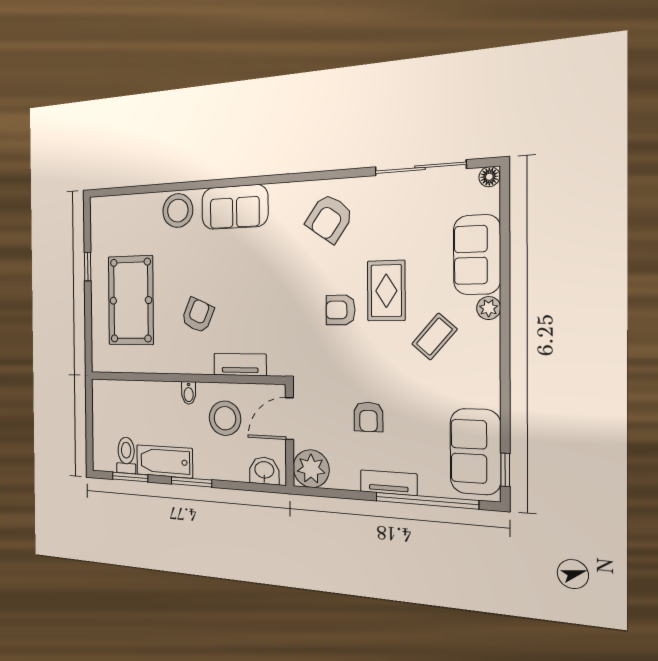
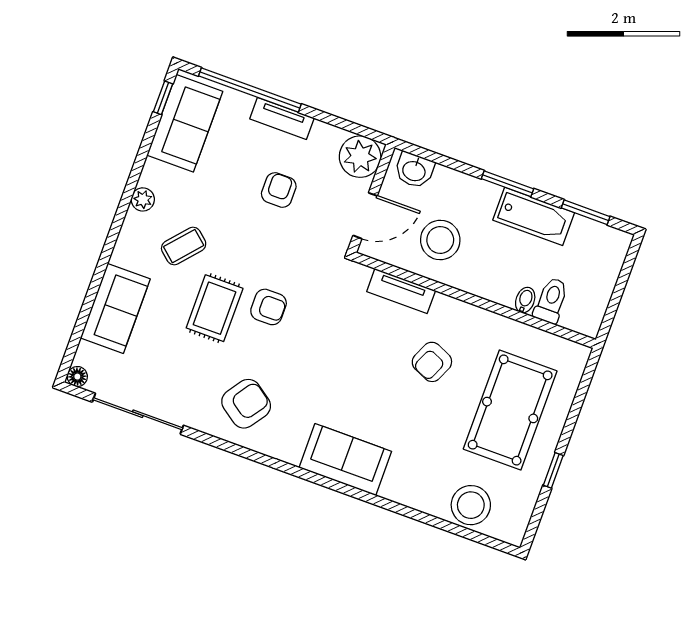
stool: (178, 211) -> (471, 505), moved
plant: (489, 308) -> (143, 199), moved
bidet: (189, 393) -> (525, 300), moved
toilet: (126, 455) -> (551, 300), moved, turned 180

